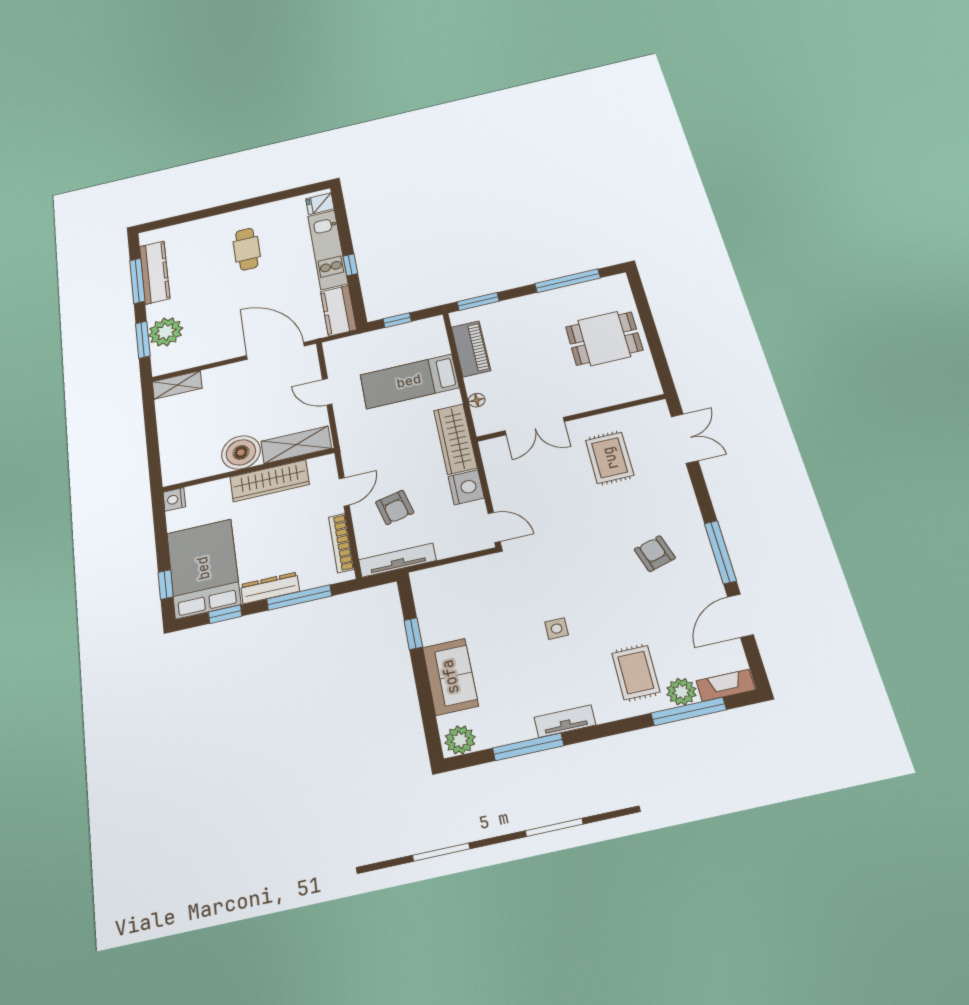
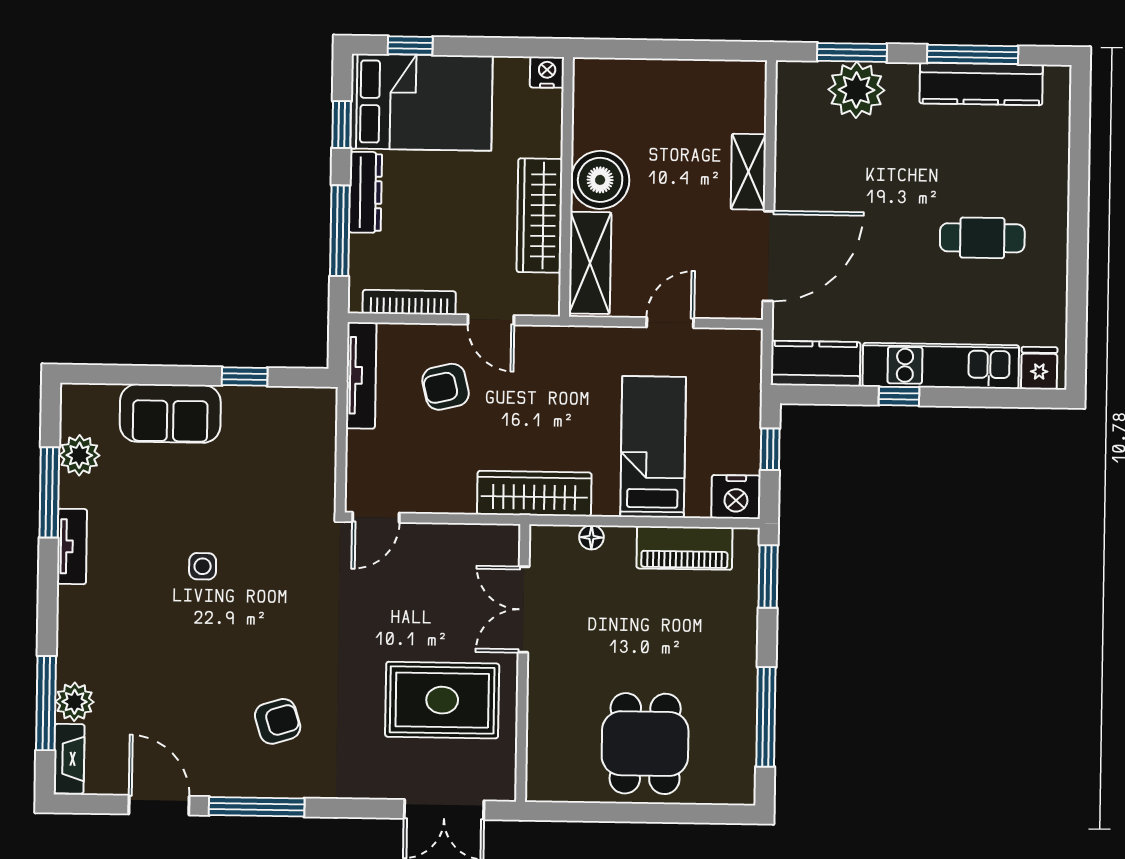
shelving: (177, 385) -> (748, 172), moved
rug: (610, 458) -> (442, 700), width x1.36, depth x1.43
nightstand: (466, 487) -> (736, 497), moved
rug: (636, 673) -> (115, 652), removed
plant: (460, 740) -> (79, 455), moved

